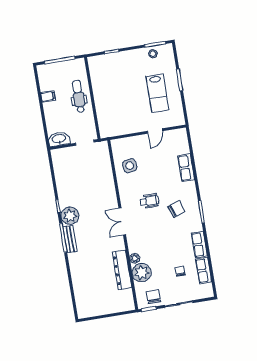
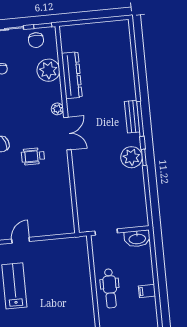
side table: (130, 166) -> (54, 200), removed
plant: (70, 216) -> (131, 157), moved
plant: (135, 258) -> (57, 109), moved

